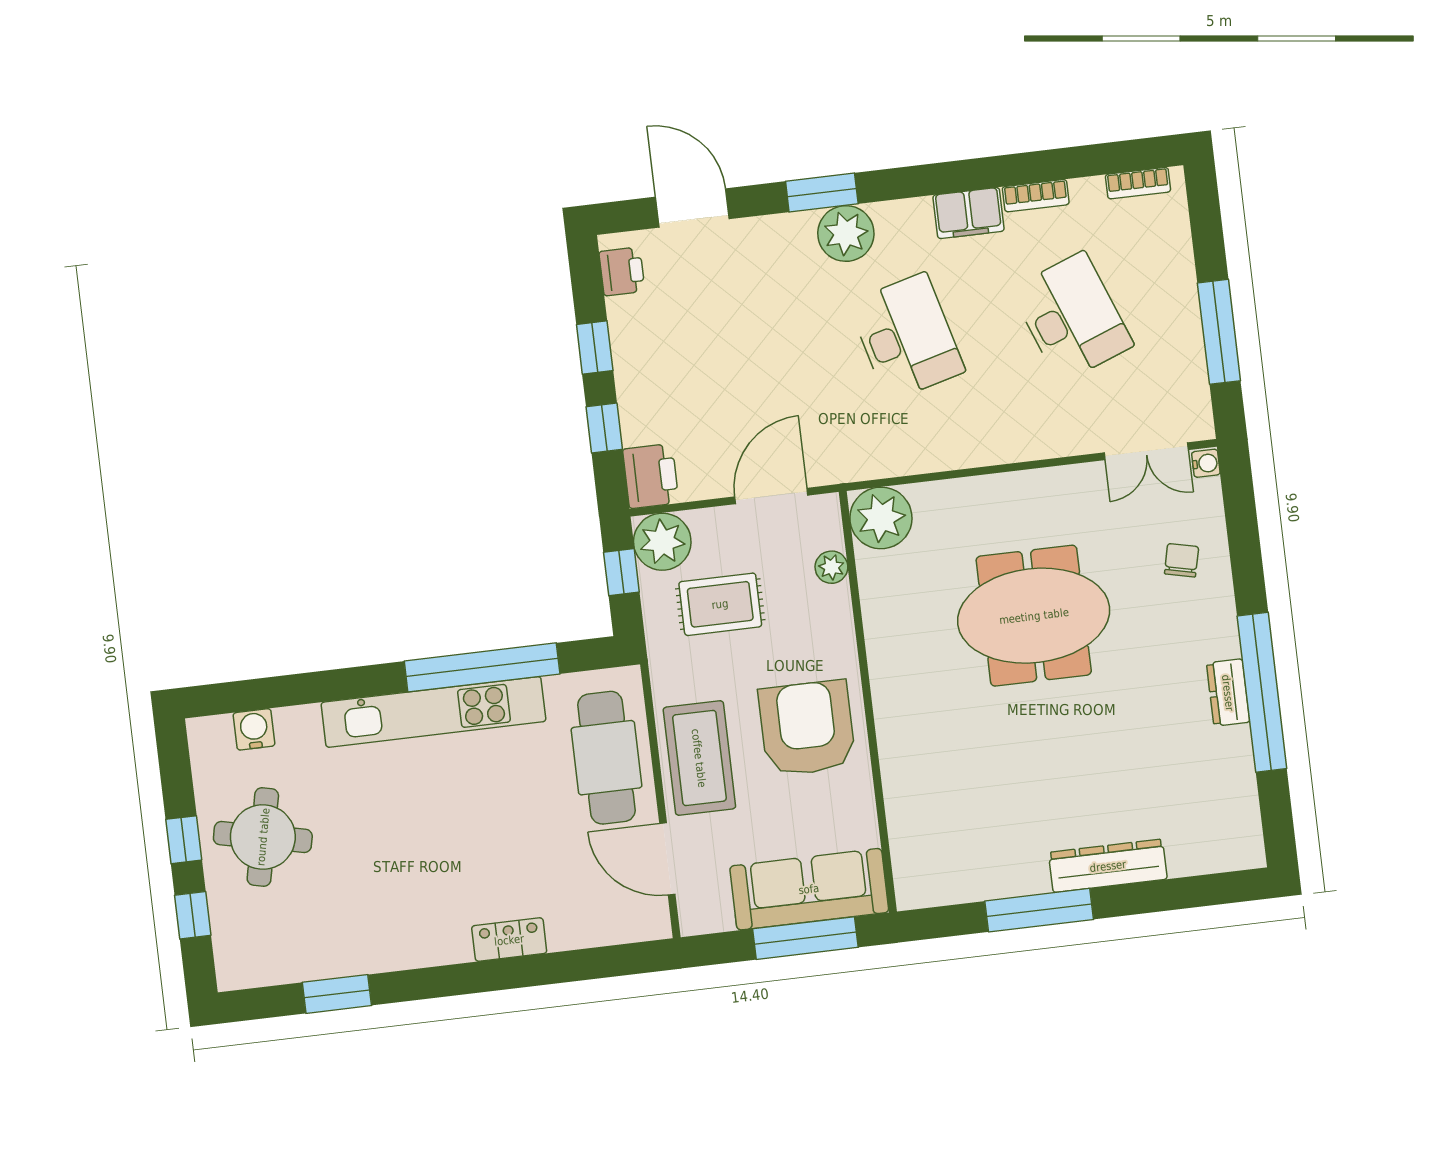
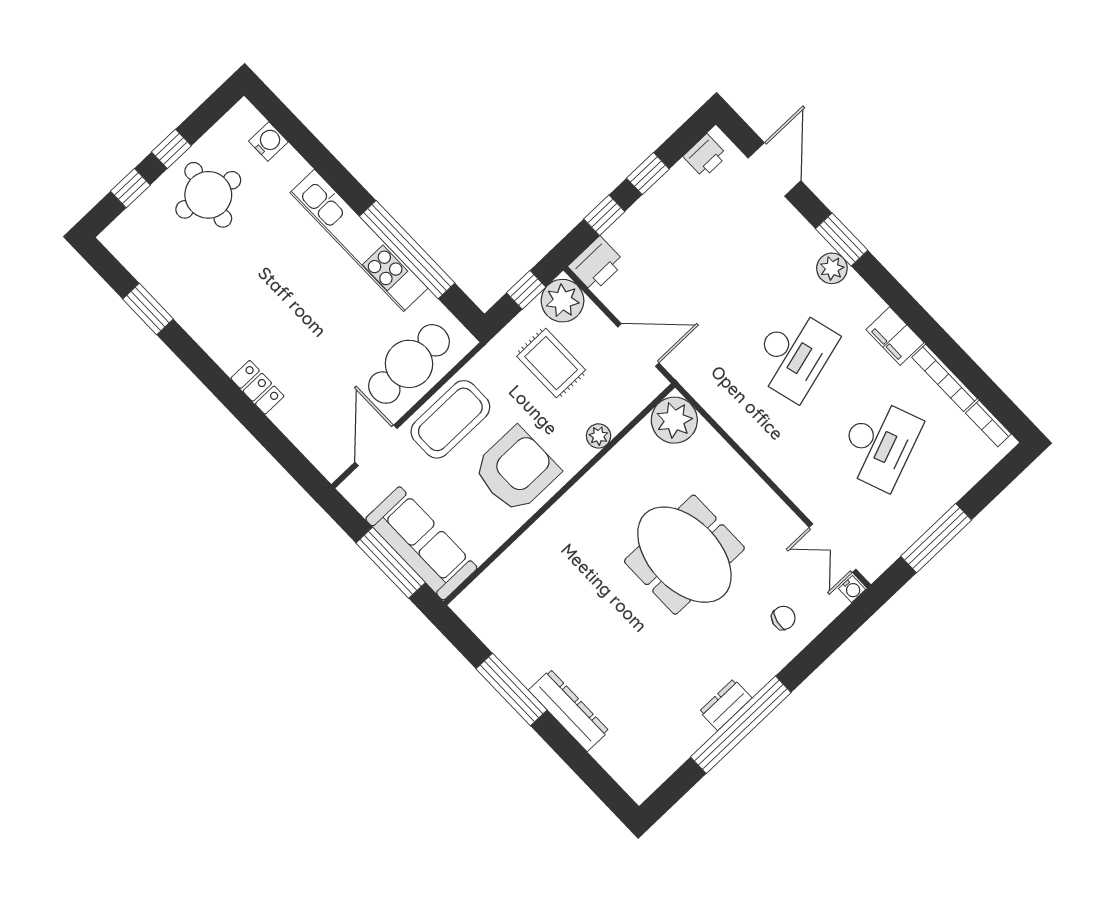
bookcase: (1036, 196) -> (945, 378), width x1.56
plant: (846, 233) -> (832, 268), width x0.73, depth x0.73
plant: (831, 567) -> (599, 436), moved

